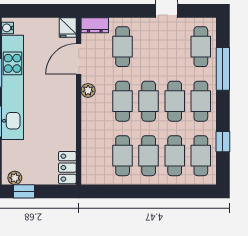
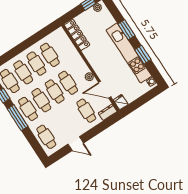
door: (79, 59) -> (105, 90), swing flipped
window: (223, 69) -> (18, 118), moved
locker: (67, 168) -> (77, 35), width x1.53

